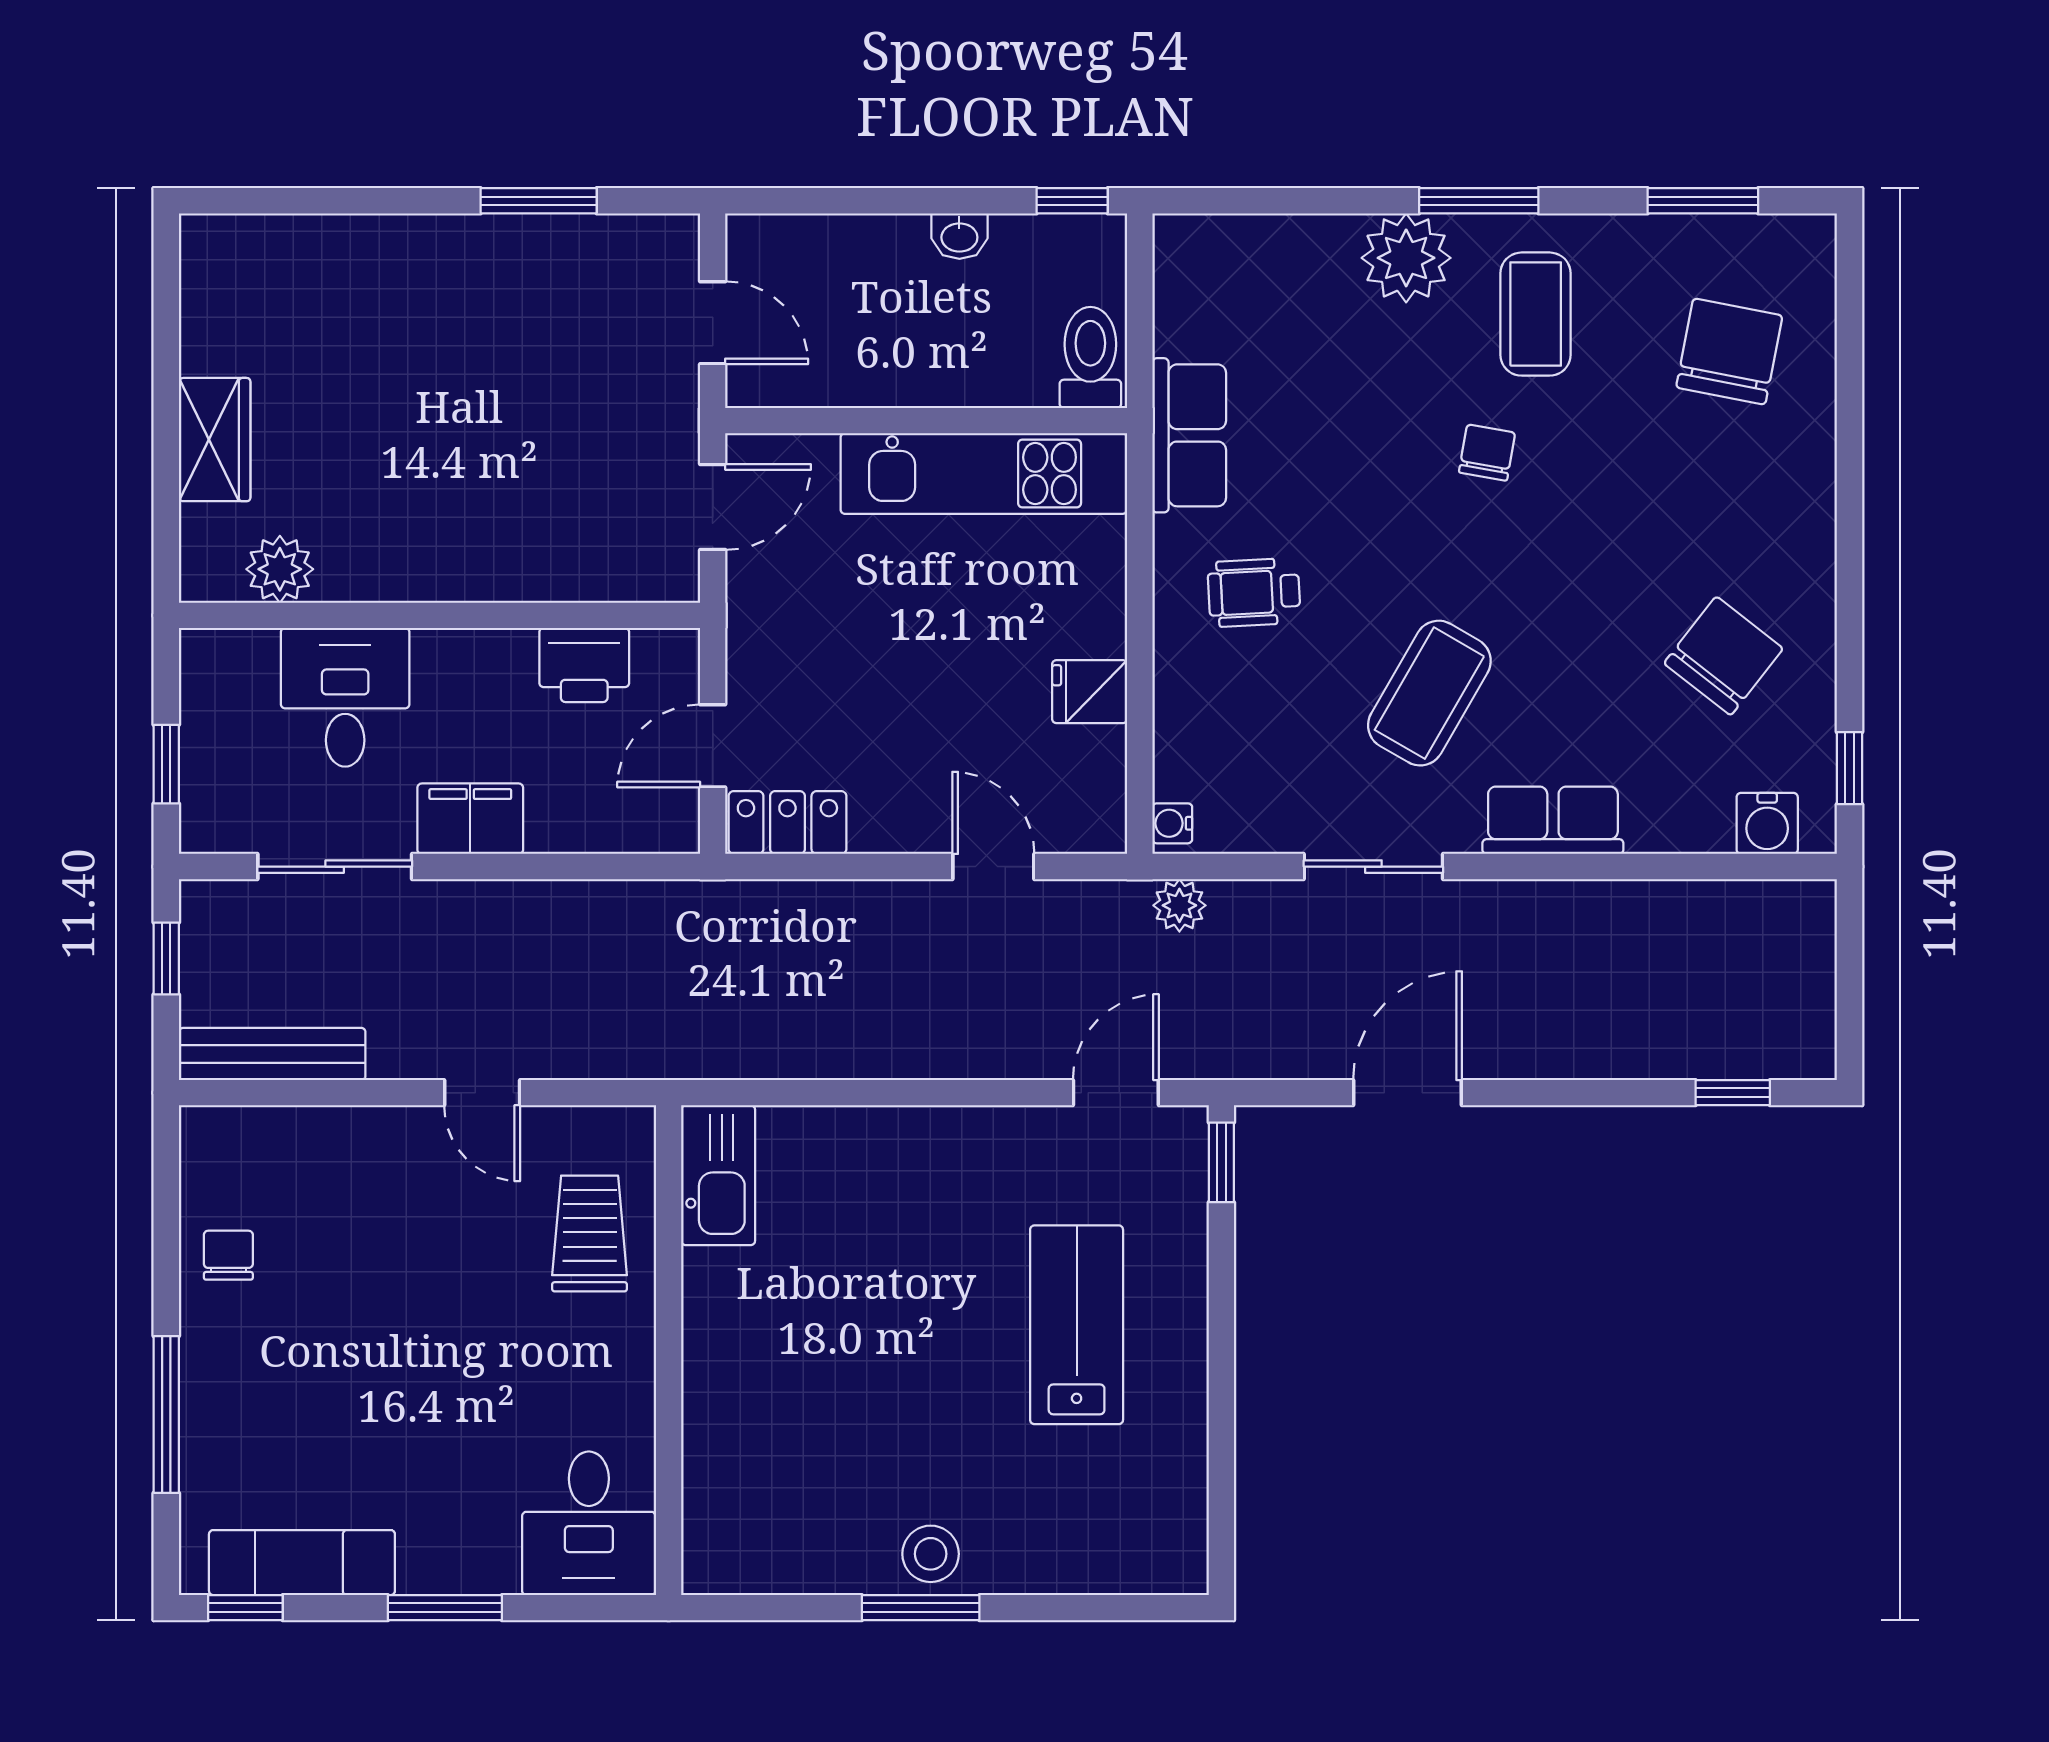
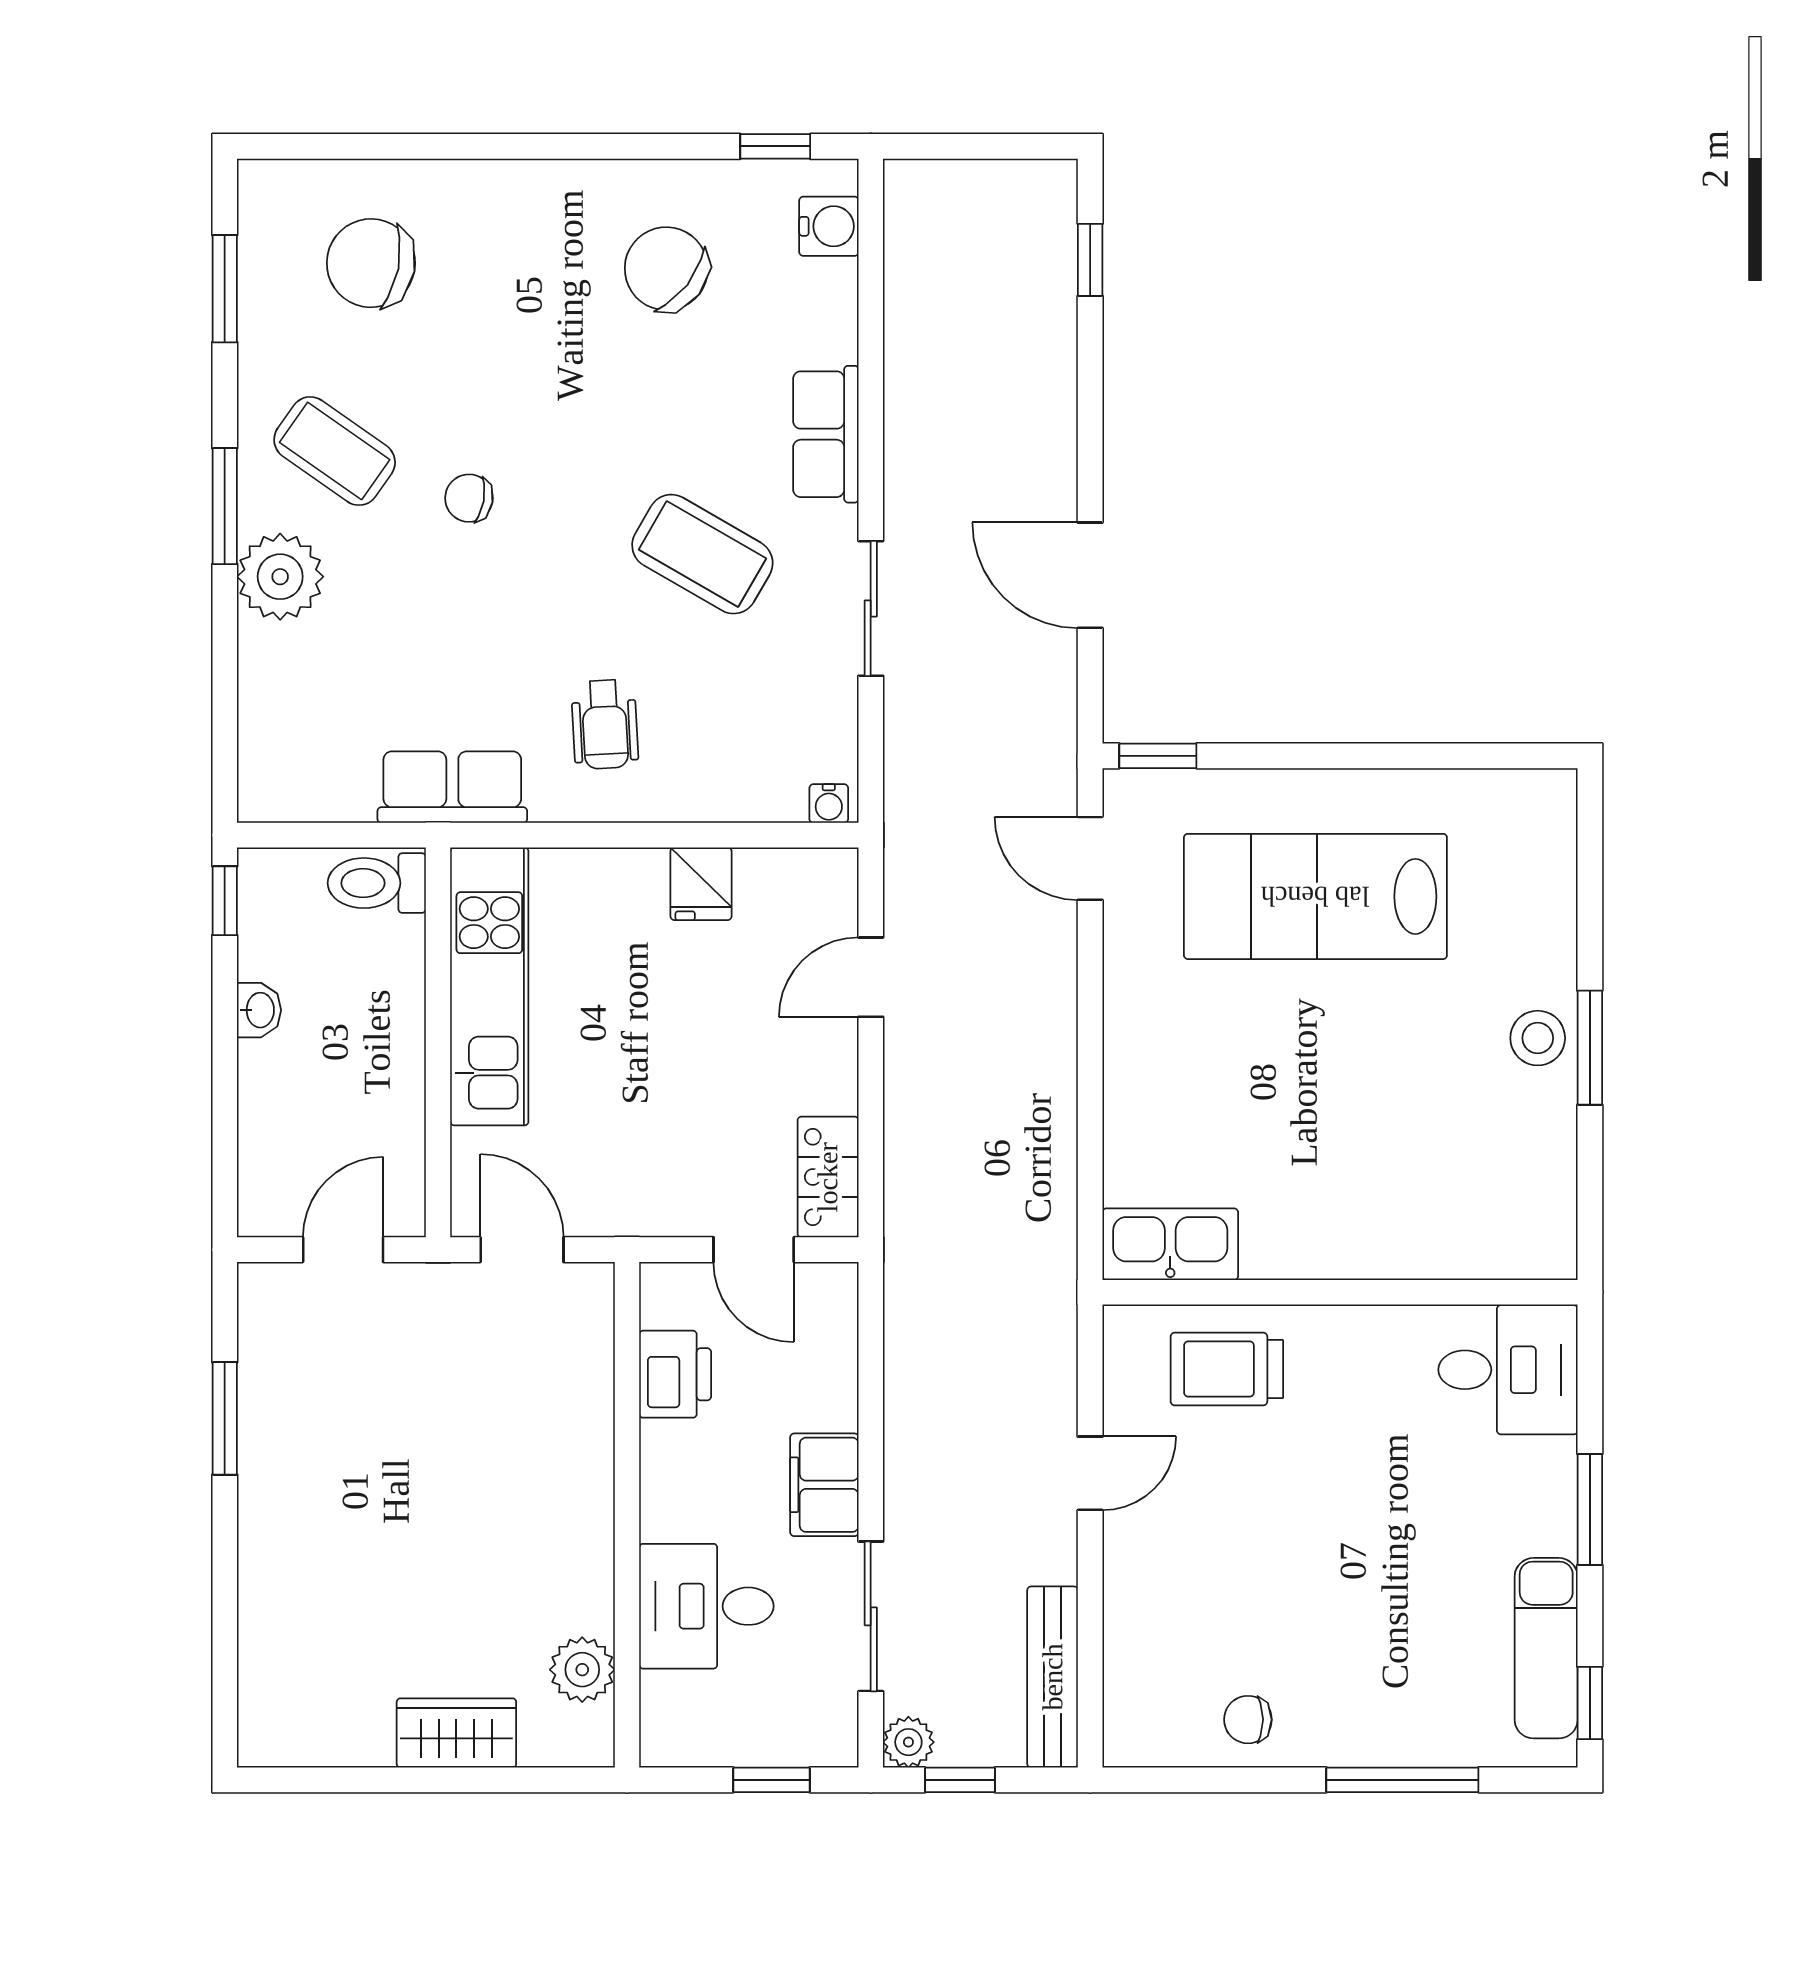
coffee table: (1536, 314) -> (335, 451), turned 35
plant: (1179, 905) -> (908, 1742), moved
lab bench: (1077, 1325) -> (1315, 896), width x1.36, depth x1.39

